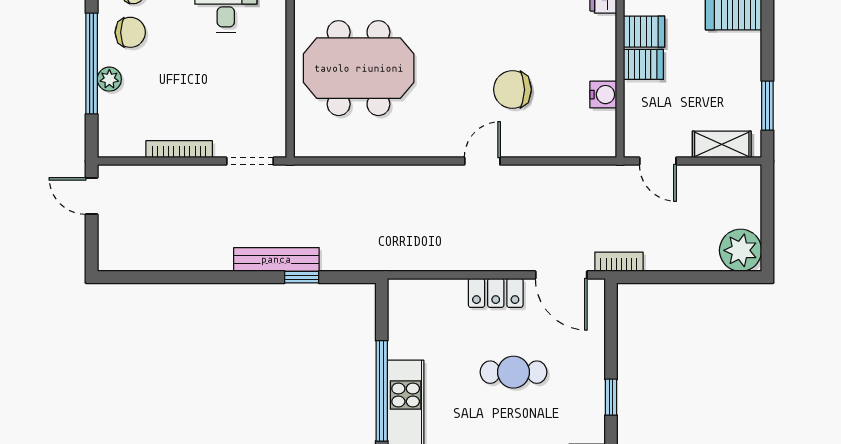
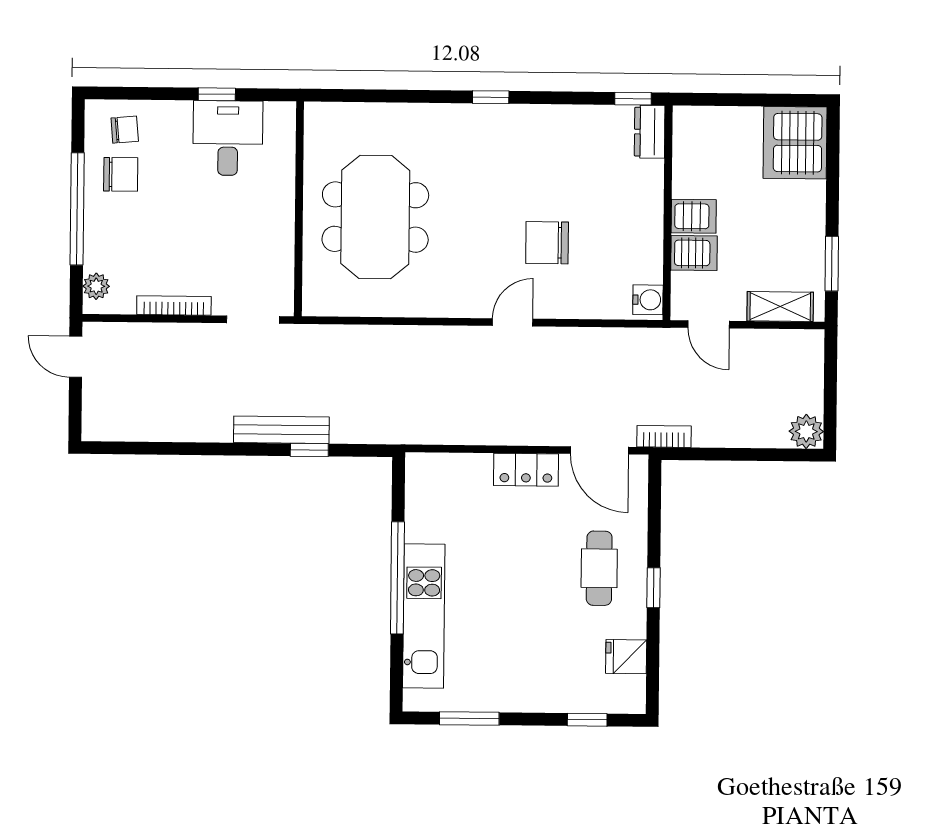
server rack: (644, 32) -> (694, 253), moved
meeting table: (359, 68) -> (375, 217), turned 90
plant: (109, 79) -> (96, 286), moved
water cooler: (603, 95) -> (648, 300), moved
plant: (741, 250) -> (806, 431), width x0.73, depth x0.73
cafe table: (513, 372) -> (599, 568), moved, turned 90

